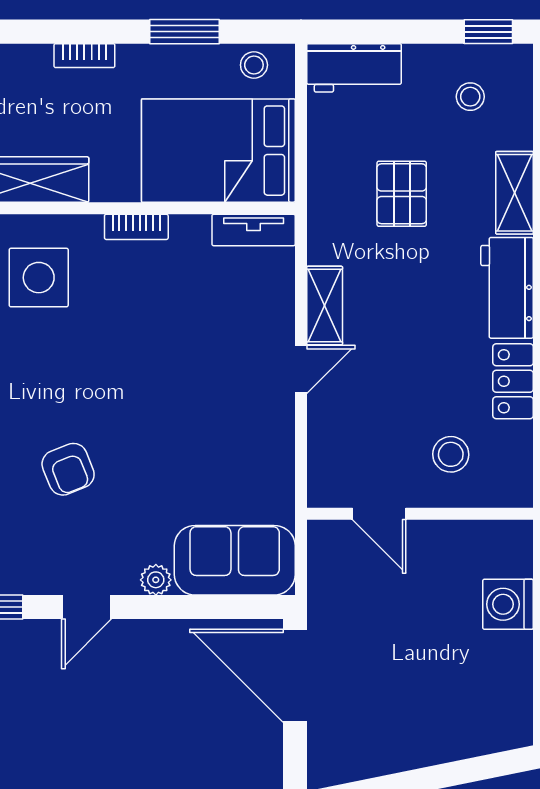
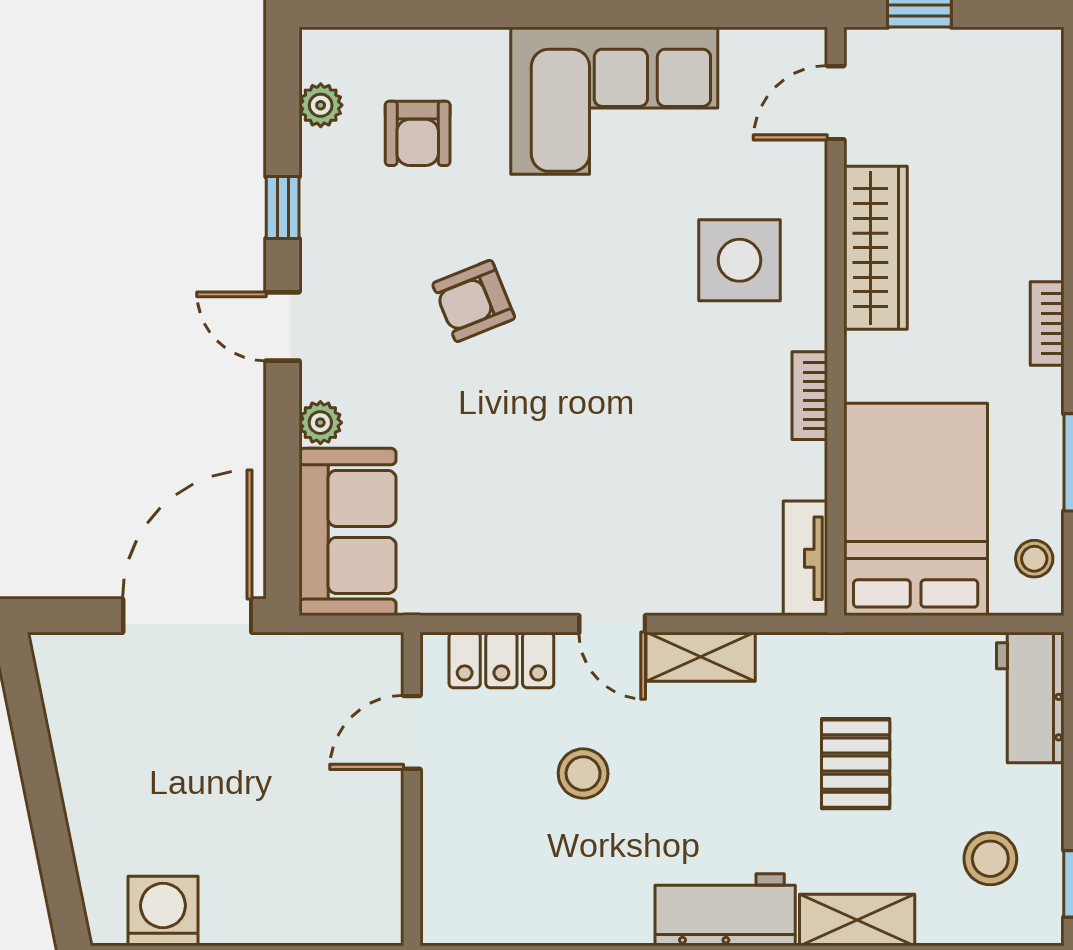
stool: (470, 97) -> (990, 859), width x1.37, depth x1.37
pallet: (402, 194) -> (856, 764), turned 90
locker: (513, 381) -> (501, 660), moved, turned 180
stool: (451, 454) -> (583, 774), moved
washing machine: (508, 604) -> (163, 911), moved

